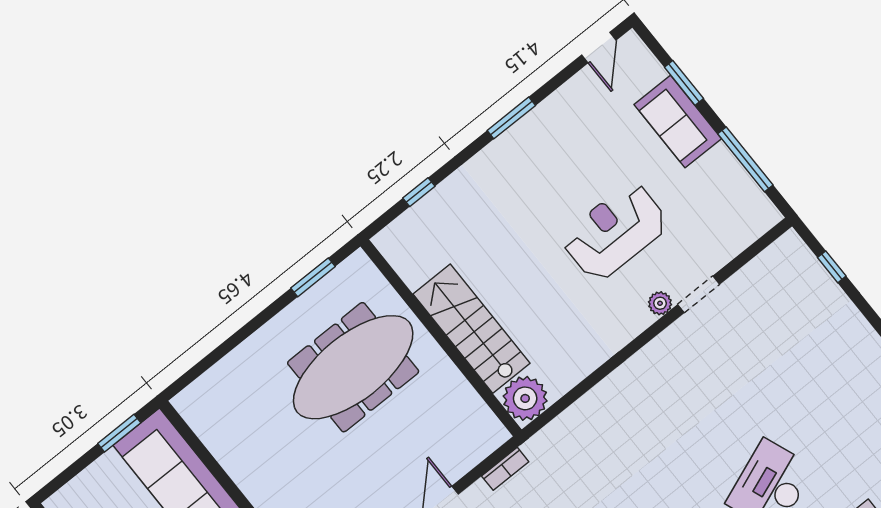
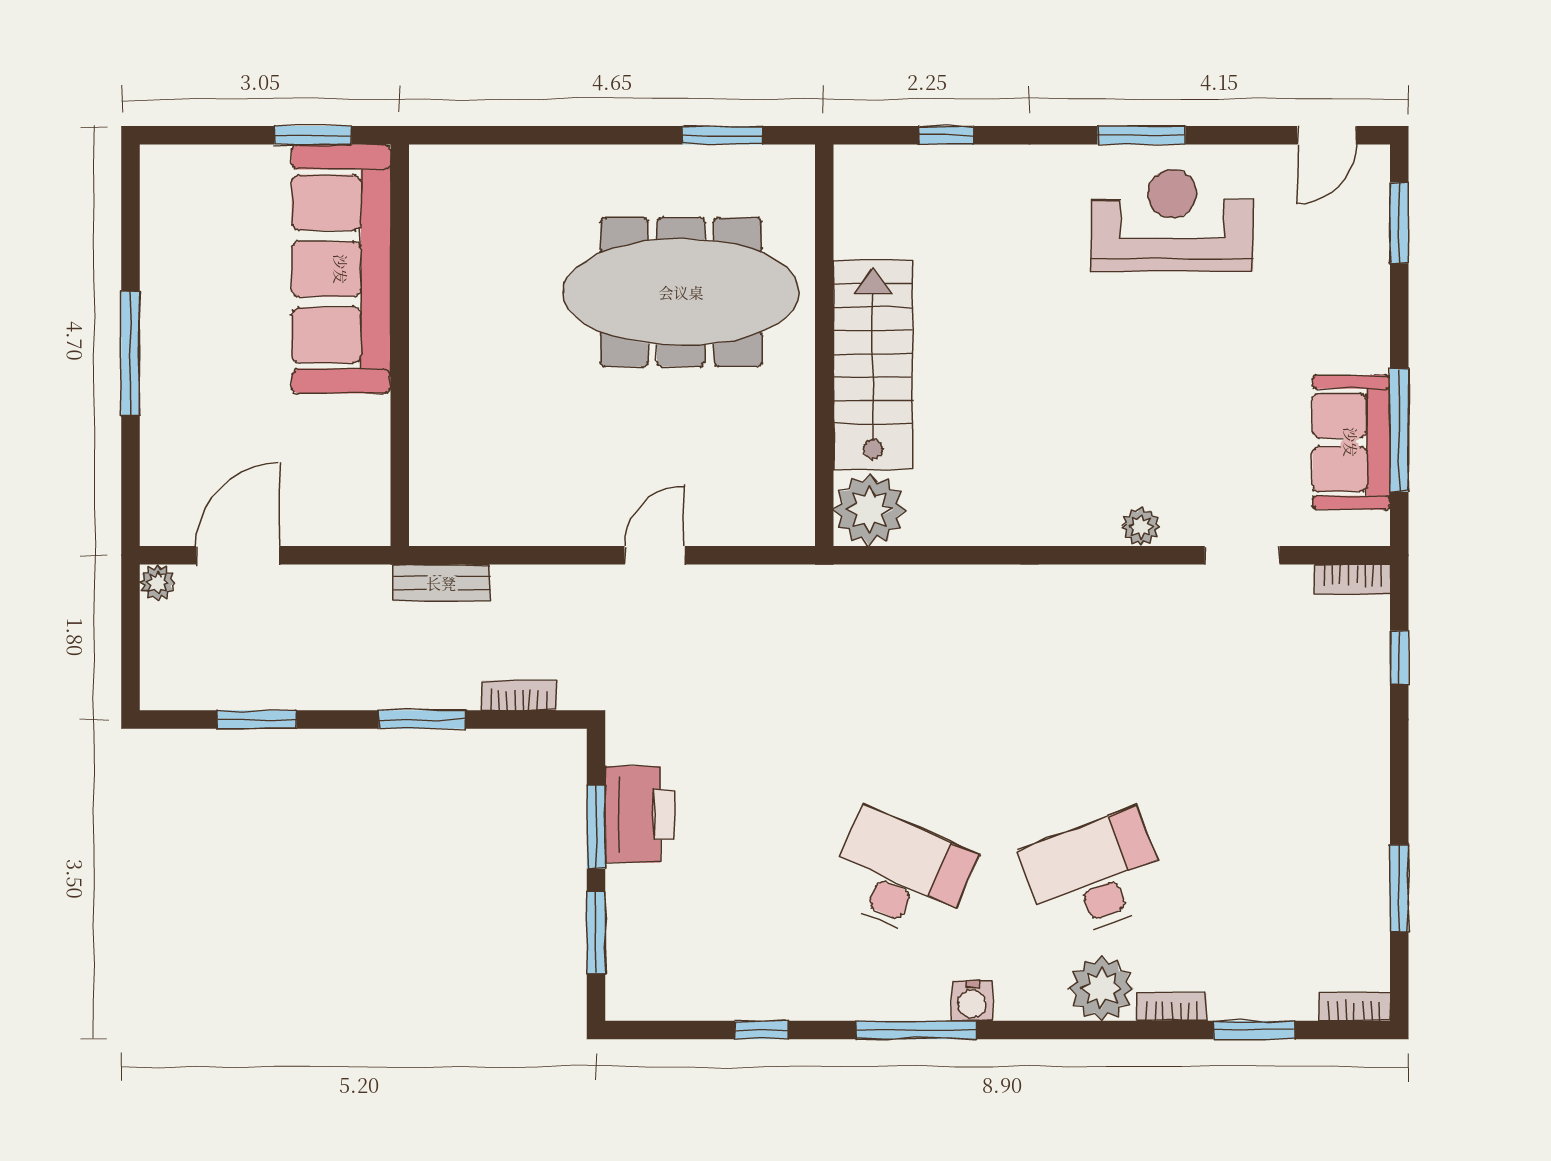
window: (684, 83) -> (1399, 223), moved
sofa: (678, 122) -> (1351, 442), moved
reception desk: (615, 231) -> (1172, 220), moved
doorway: (699, 294) -> (1242, 555), moved
bookcase: (505, 469) -> (1352, 580), moved

